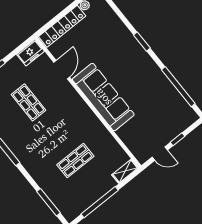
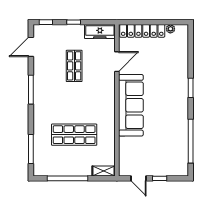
freezer: (30, 53) -> (100, 31), width x1.40
shop shelf: (75, 161) -> (74, 135), width x1.43, depth x1.36

